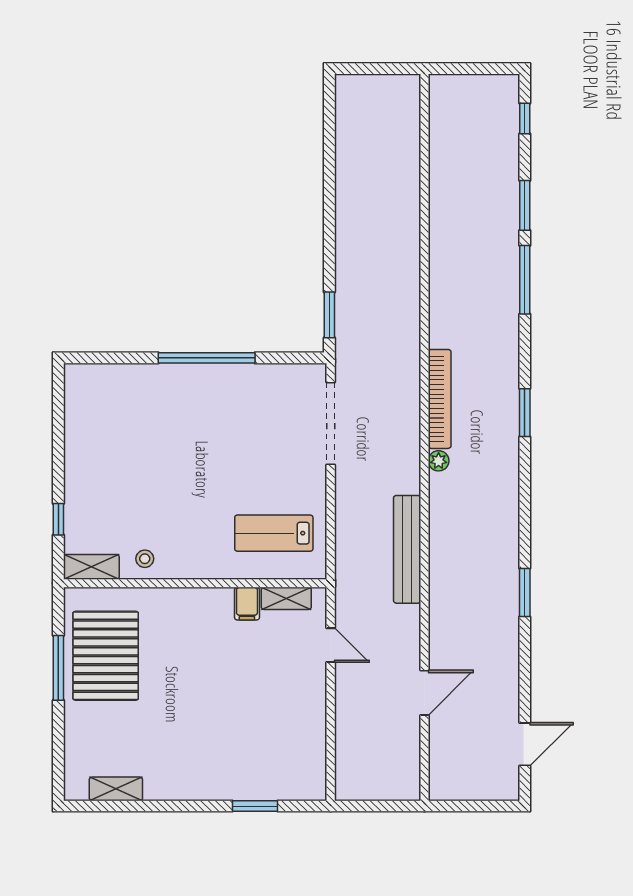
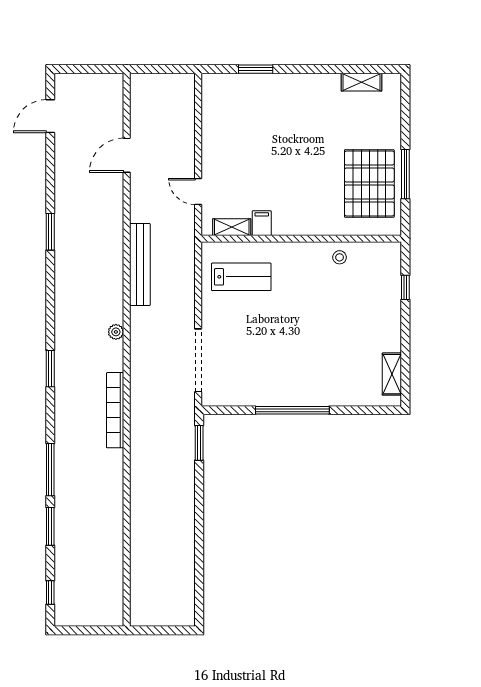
bookcase: (440, 399) -> (115, 410), moved
shelving: (91, 567) -> (392, 374), moved, turned 90

